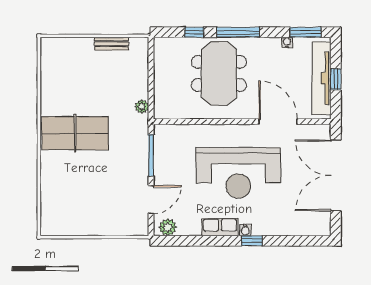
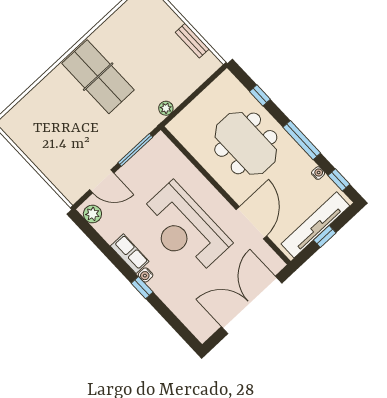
window: (238, 32) -> (302, 140), moved
window: (305, 32) -> (339, 180), width x0.67
meeting table: (219, 74) -> (246, 143), turned 90

